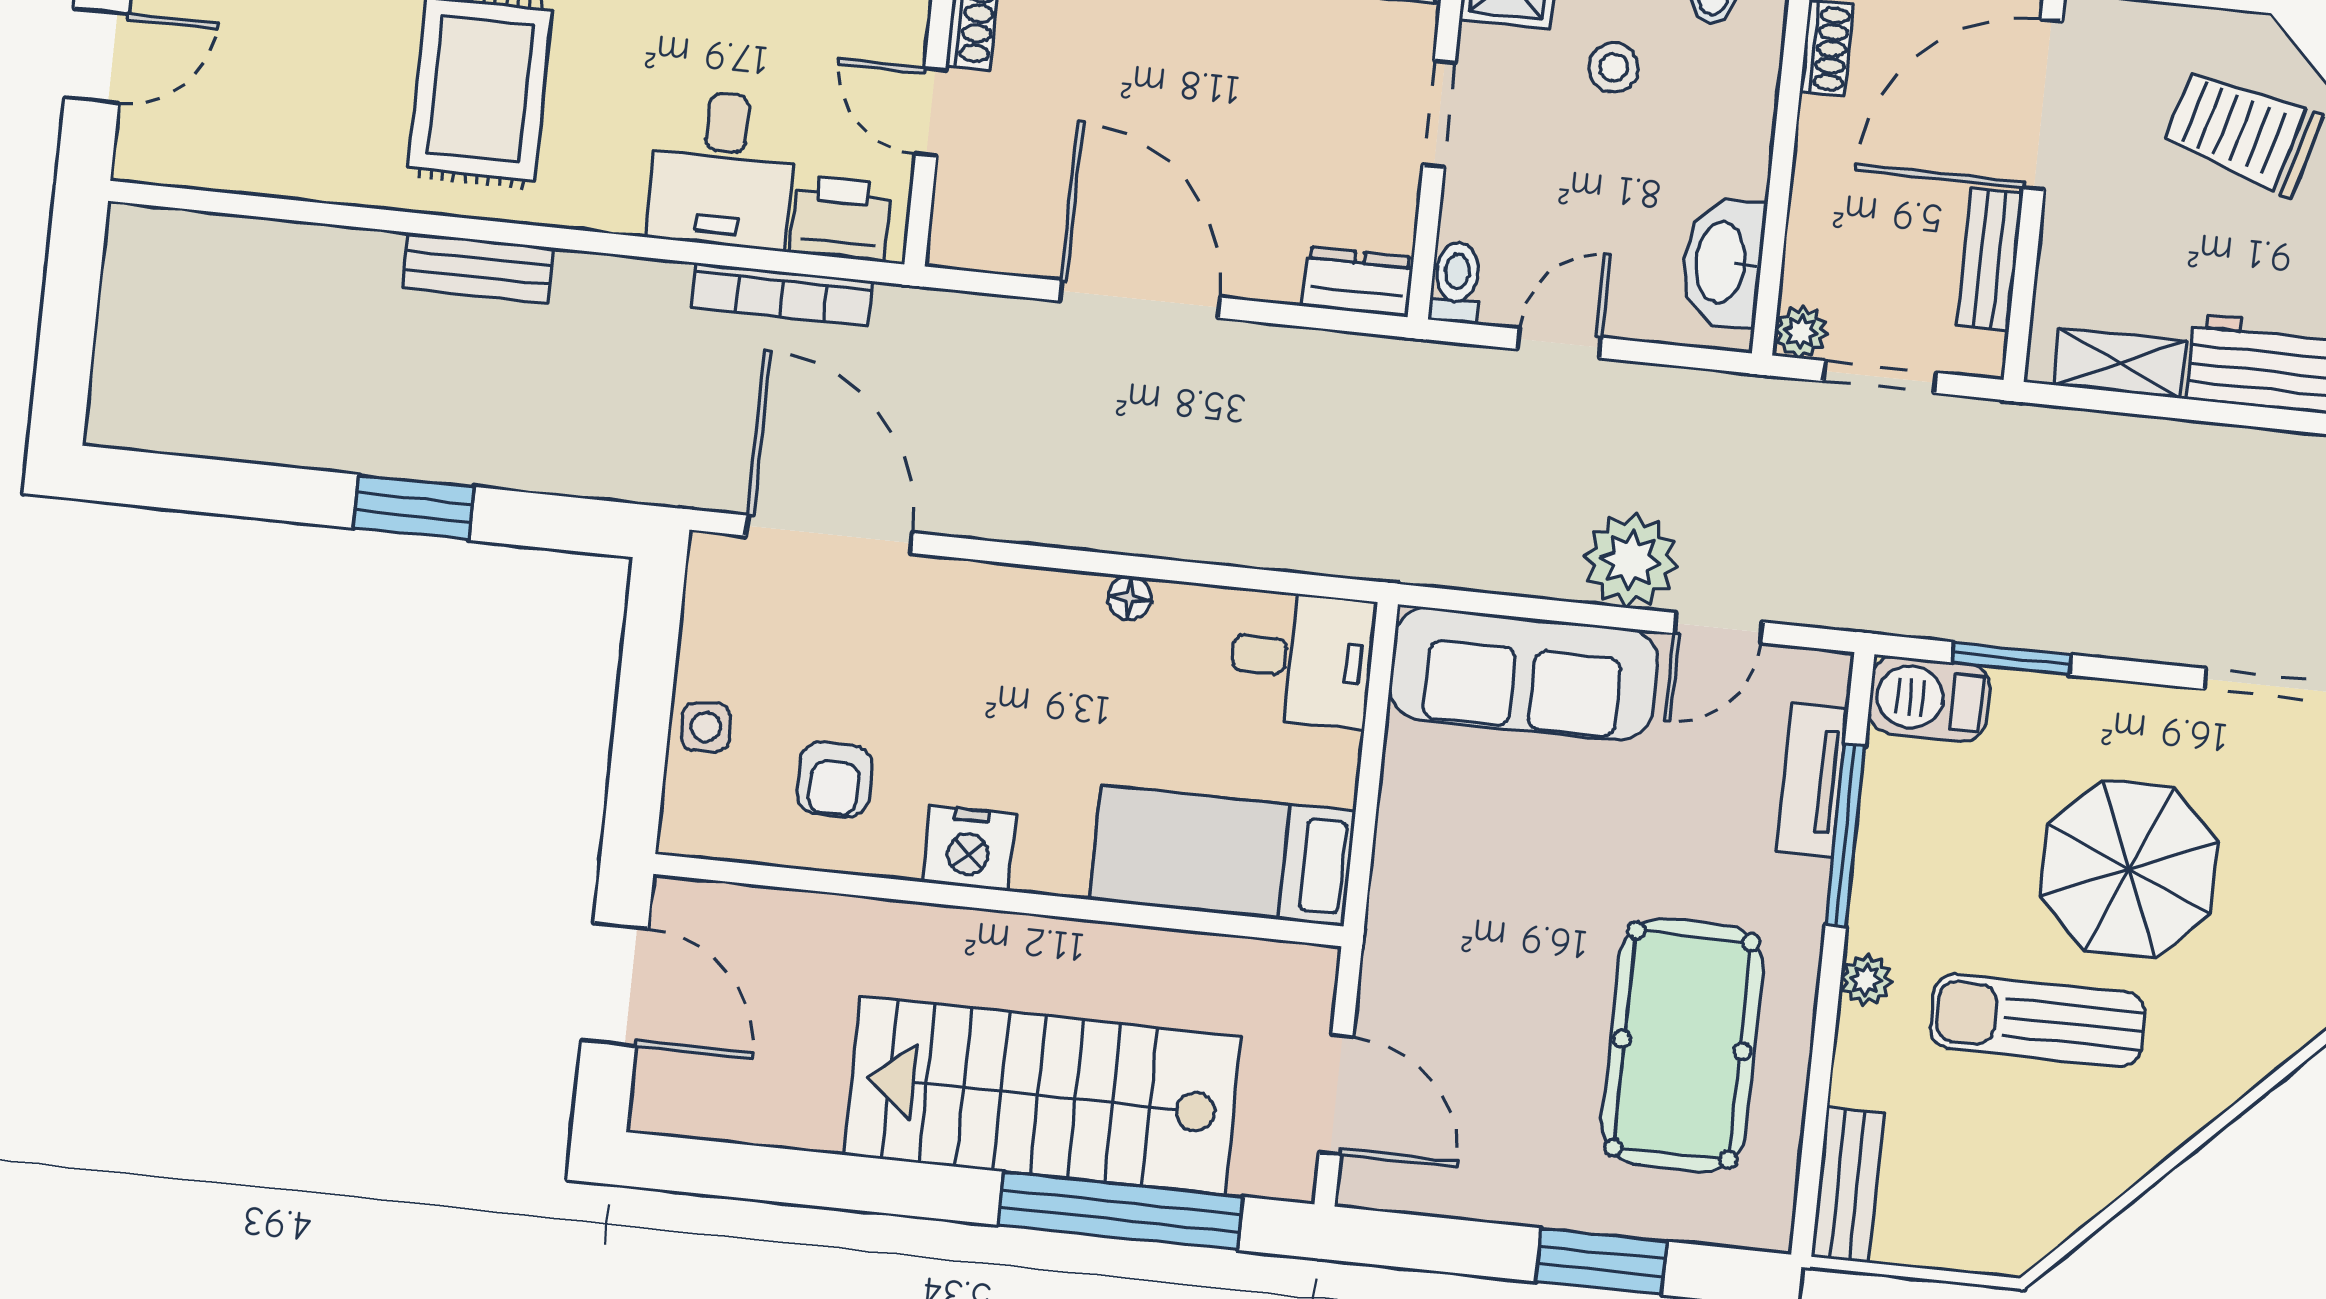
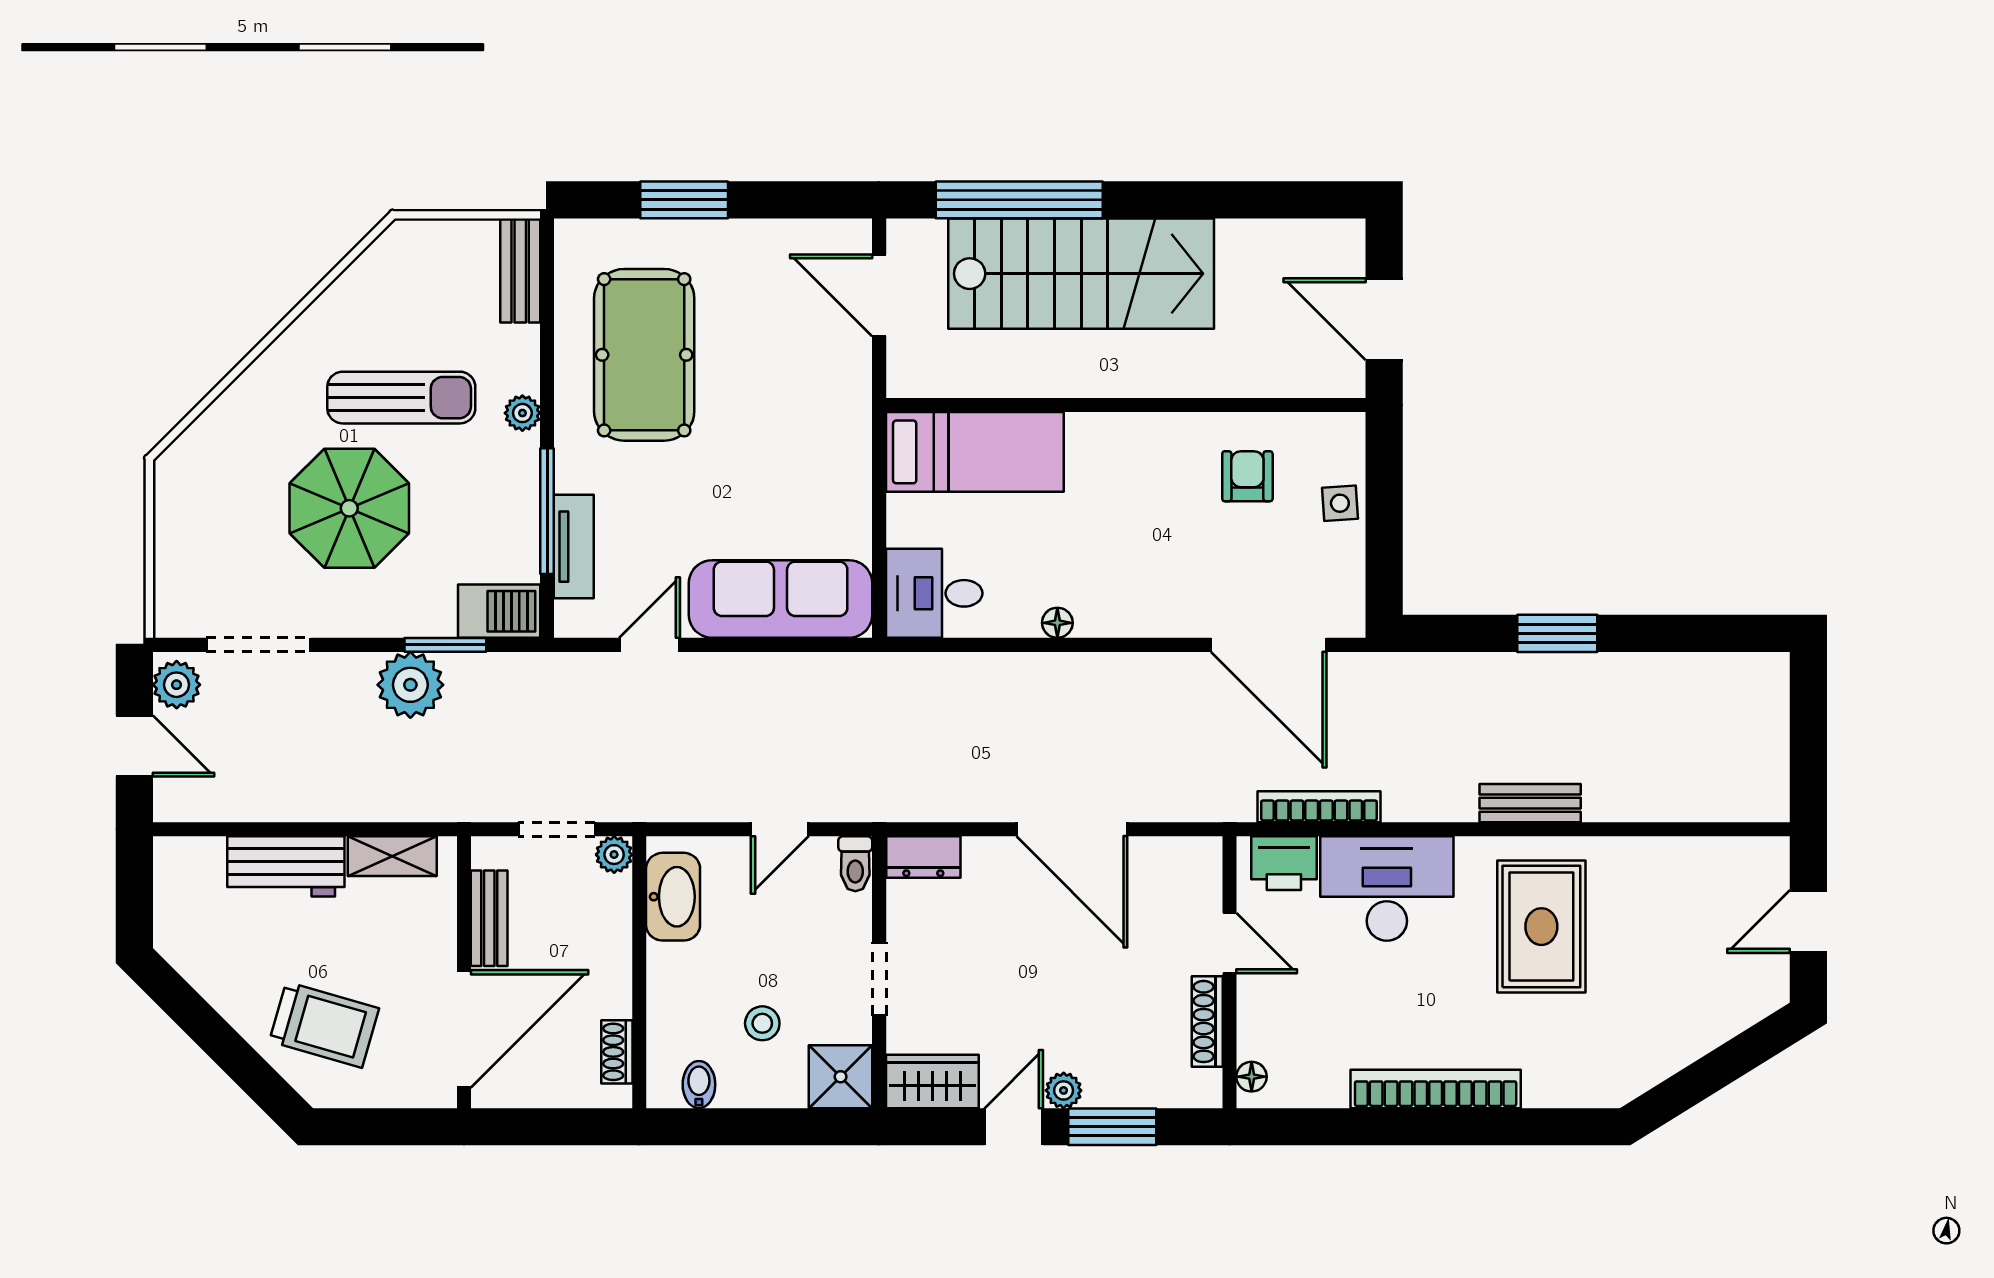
desk: (723, 169) -> (1387, 889), width x1.37
plant: (1631, 561) -> (410, 685), moved
nightstand: (969, 848) -> (1150, 439), removed

